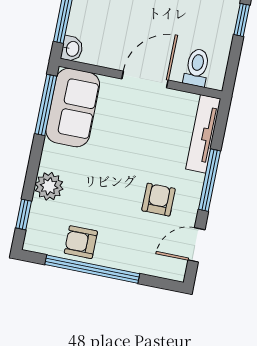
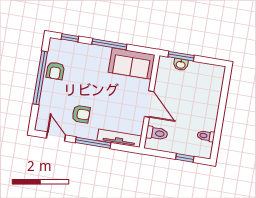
washbasin: (72, 49) -> (181, 65), moved
window: (46, 105) -> (109, 44), moved
plant: (49, 186) -> (86, 52), removed
armchair: (81, 242) -> (55, 71), turned 180

